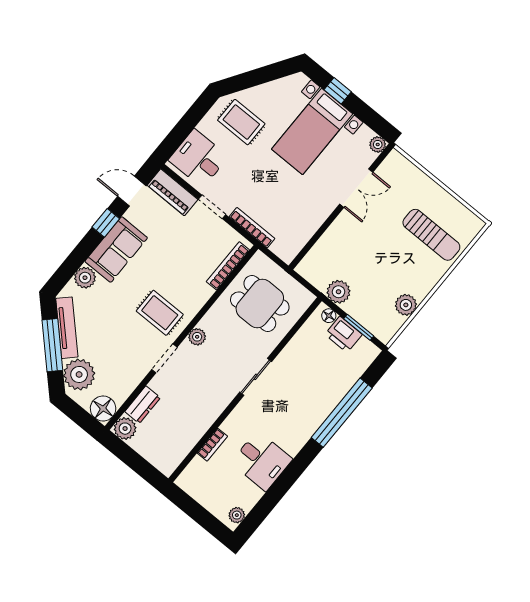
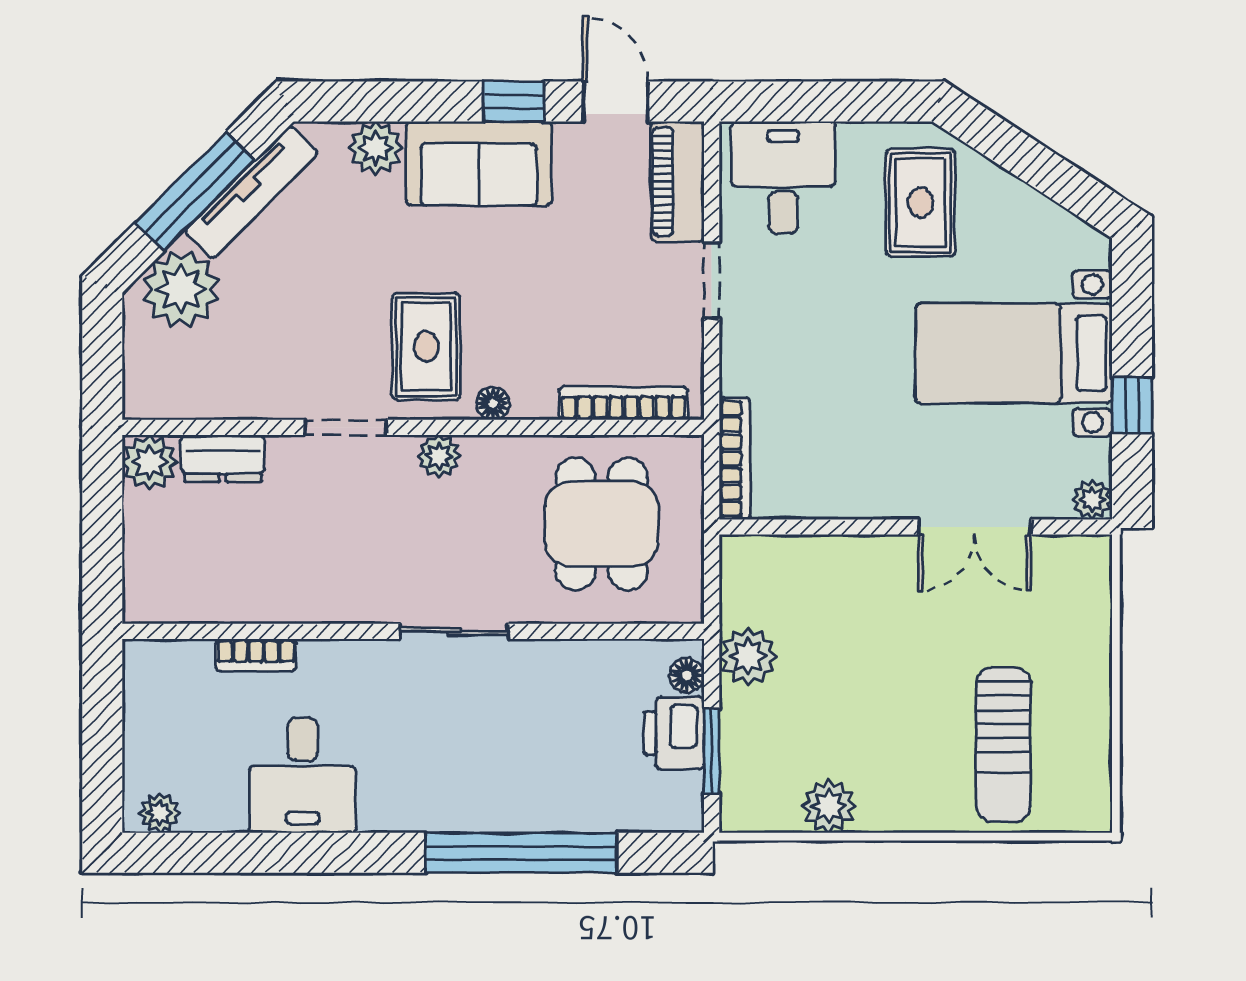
window: (338, 91) -> (1132, 405), moved
bookcase: (252, 228) -> (735, 458), moved
floor lamp: (103, 408) -> (493, 403), moved, width x0.53, depth x0.53

